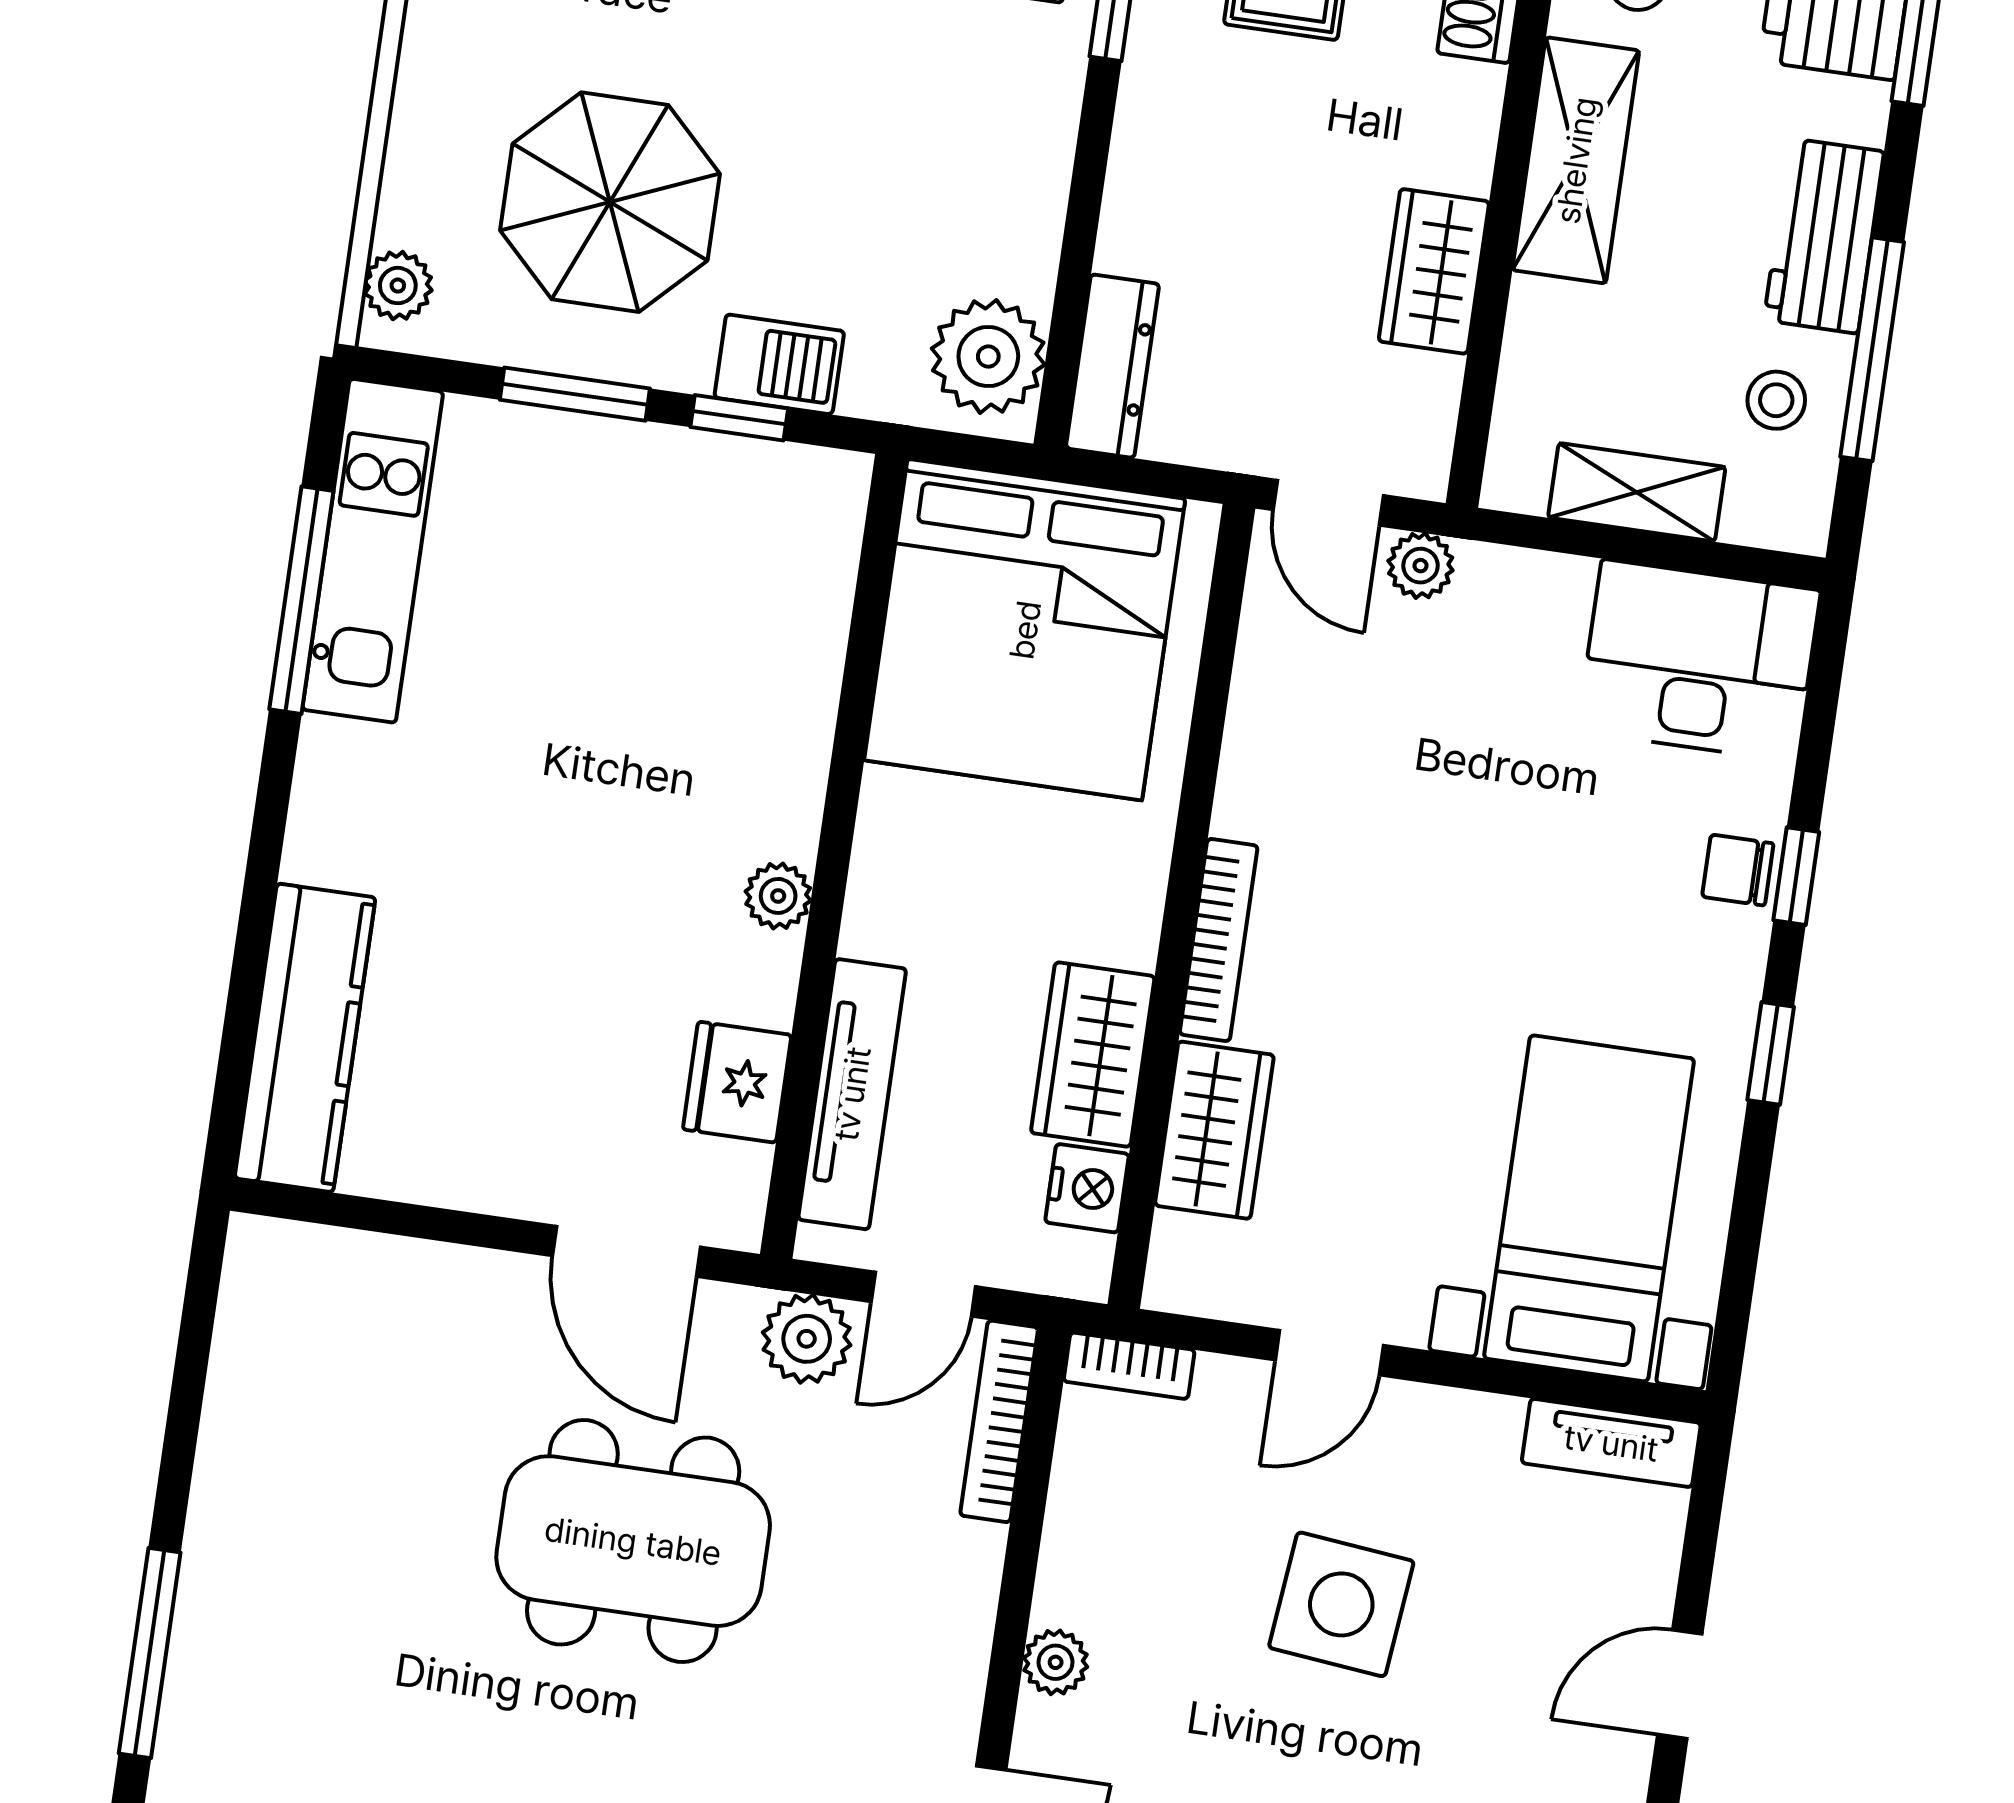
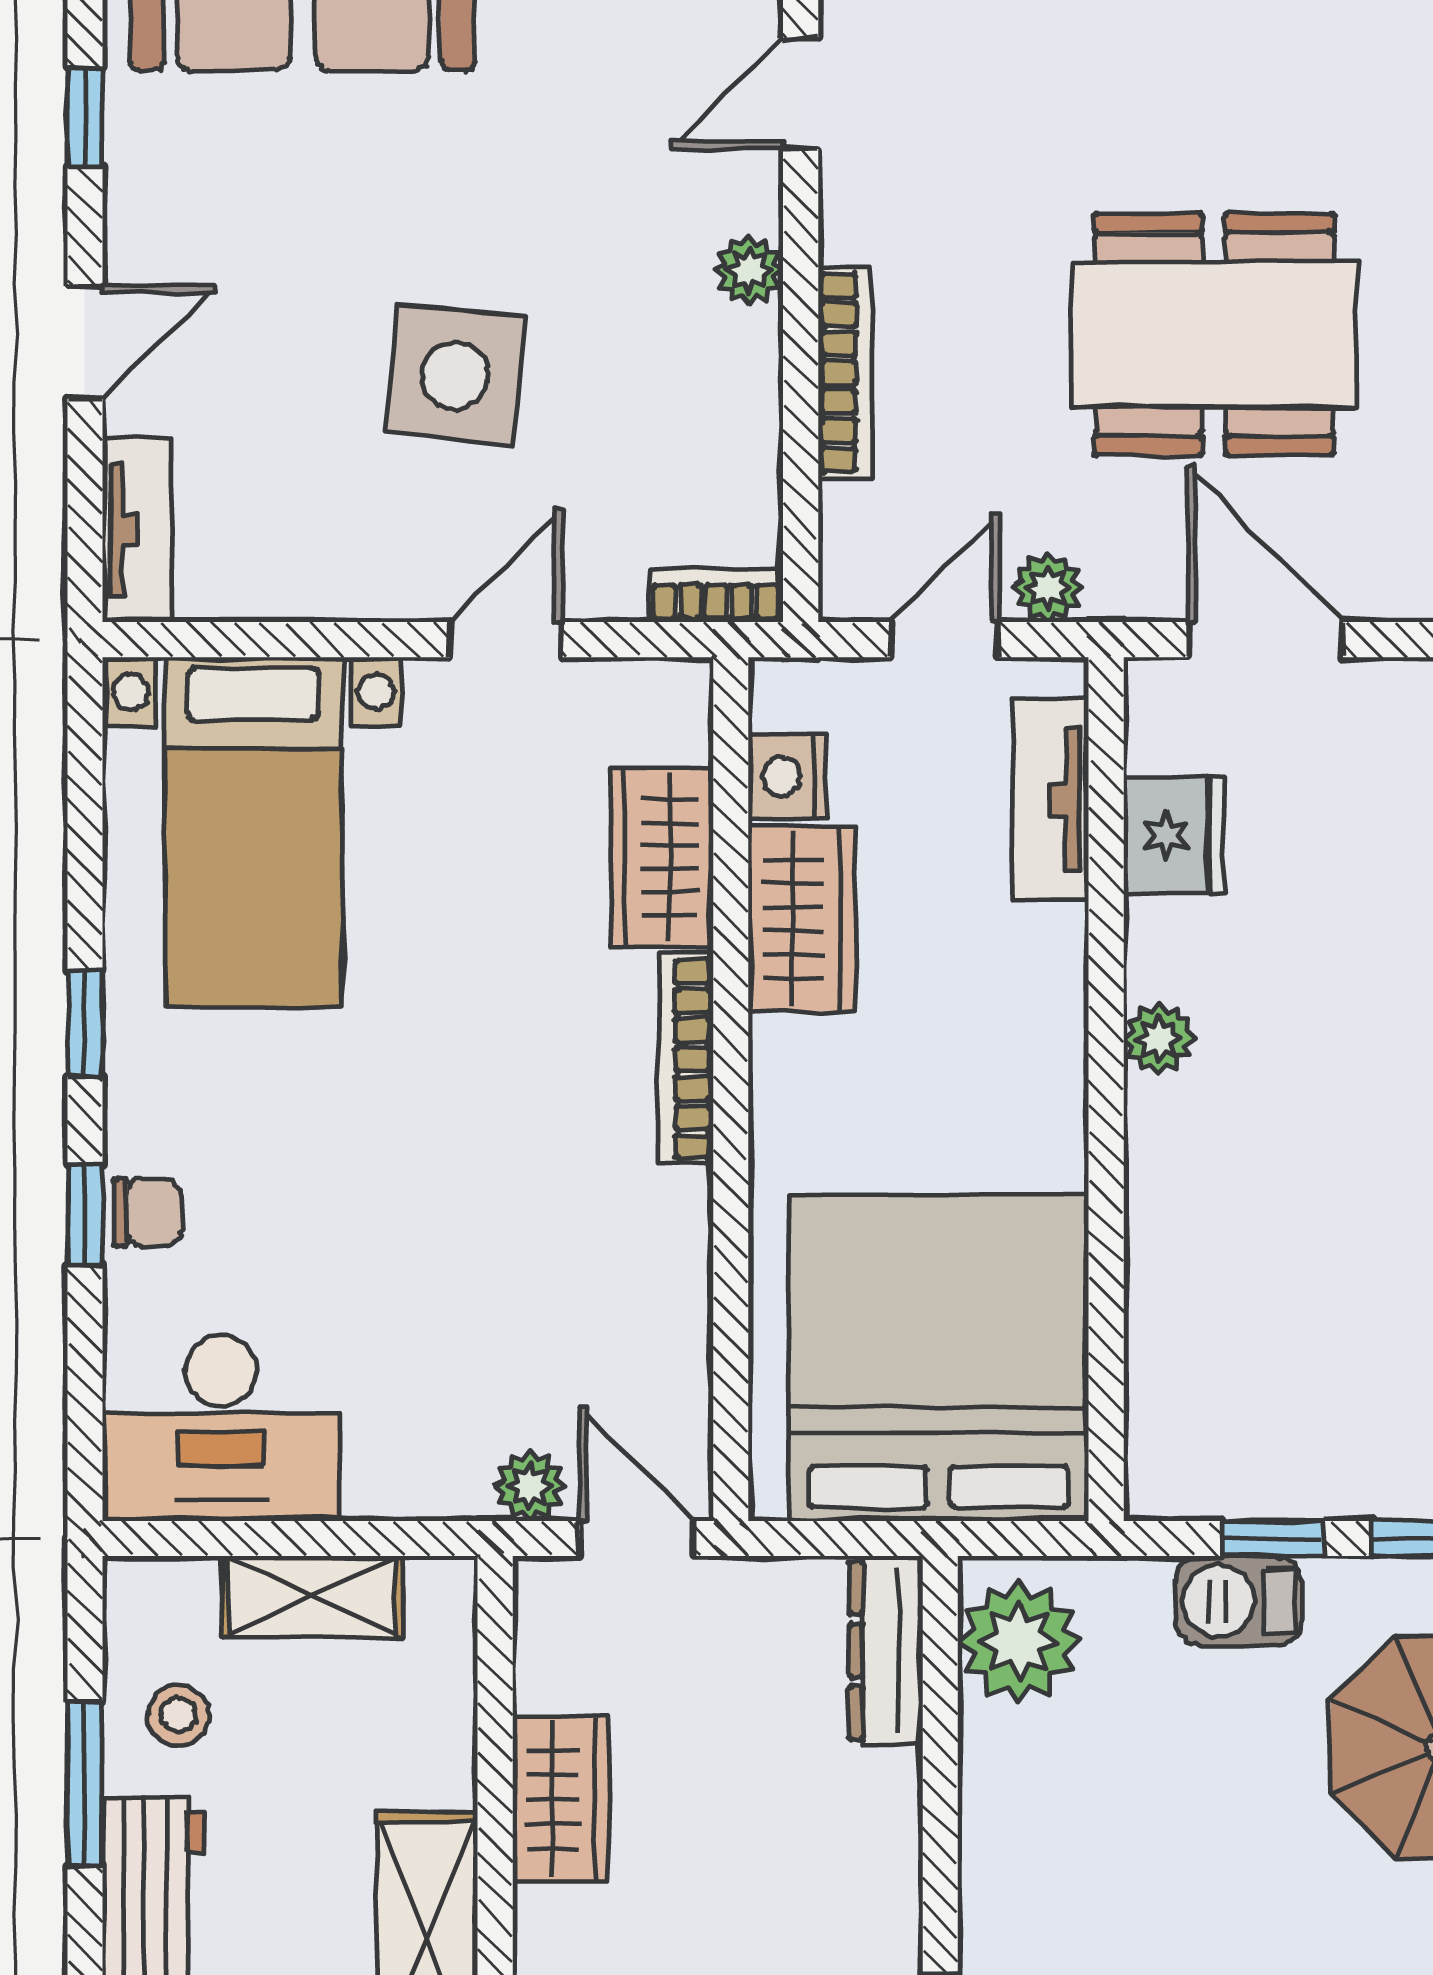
window: (1872, 349) -> (85, 1784), width x0.69
tv unit: (852, 1094) -> (1050, 799), width x0.71
plant: (807, 1339) -> (1048, 588), width x0.73, depth x0.73
bookcase: (999, 1421) -> (845, 373), moved
tv unit: (1611, 1443) -> (137, 530), moved, turned 90

